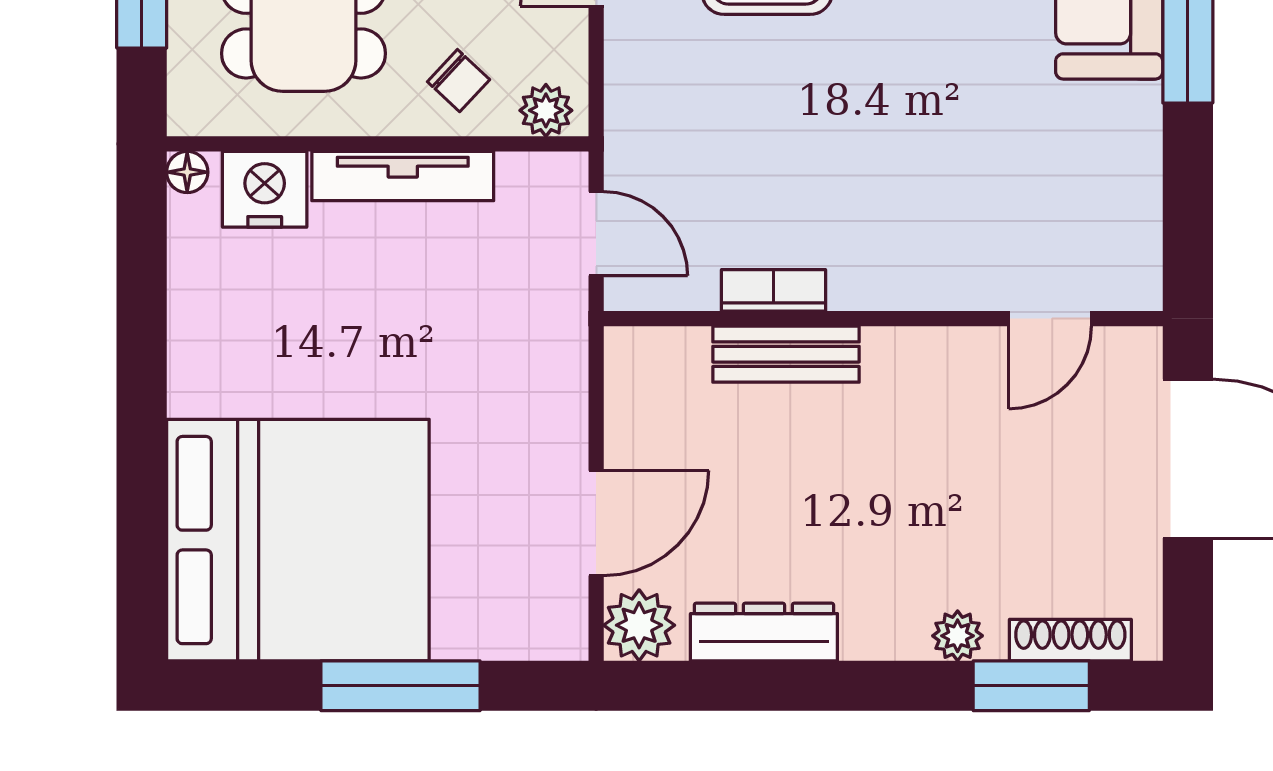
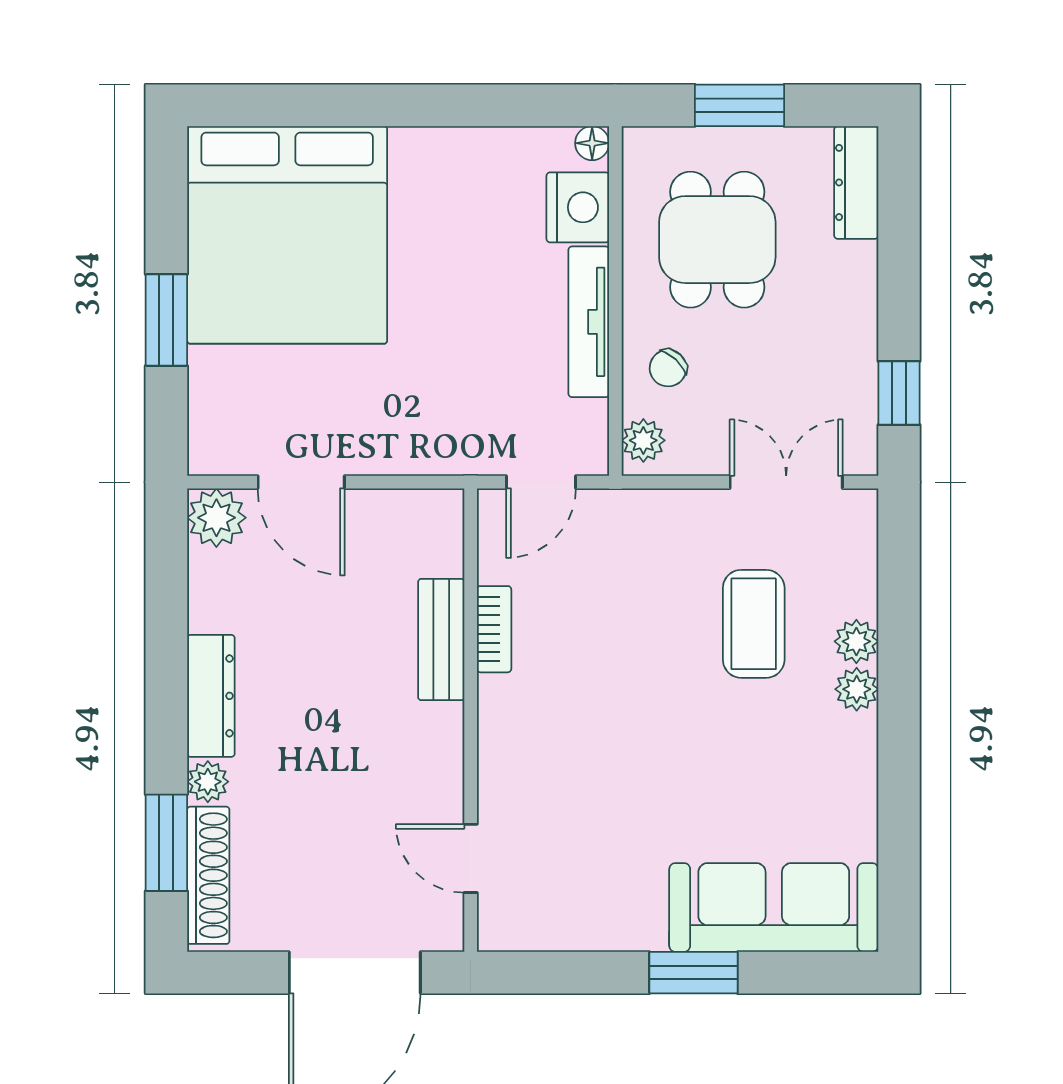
dresser: (764, 632) -> (211, 696), moved
shoe rack: (1070, 640) -> (208, 875), width x1.36, depth x1.24
window: (400, 686) -> (166, 320), width x0.69

